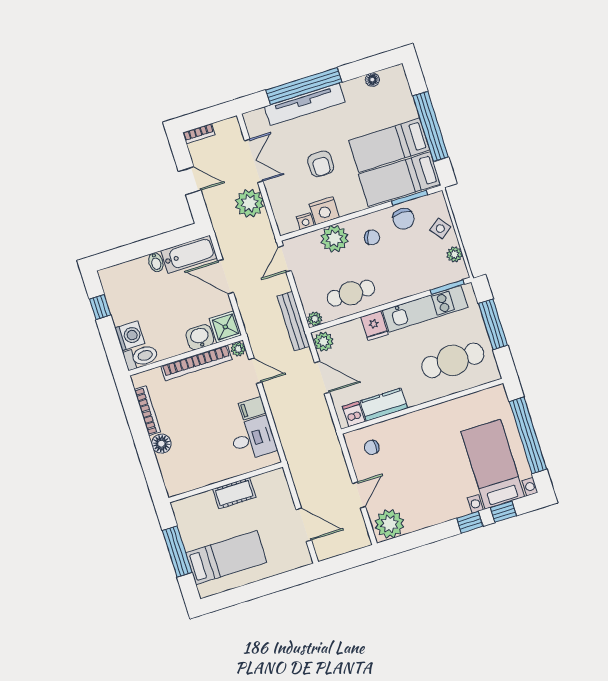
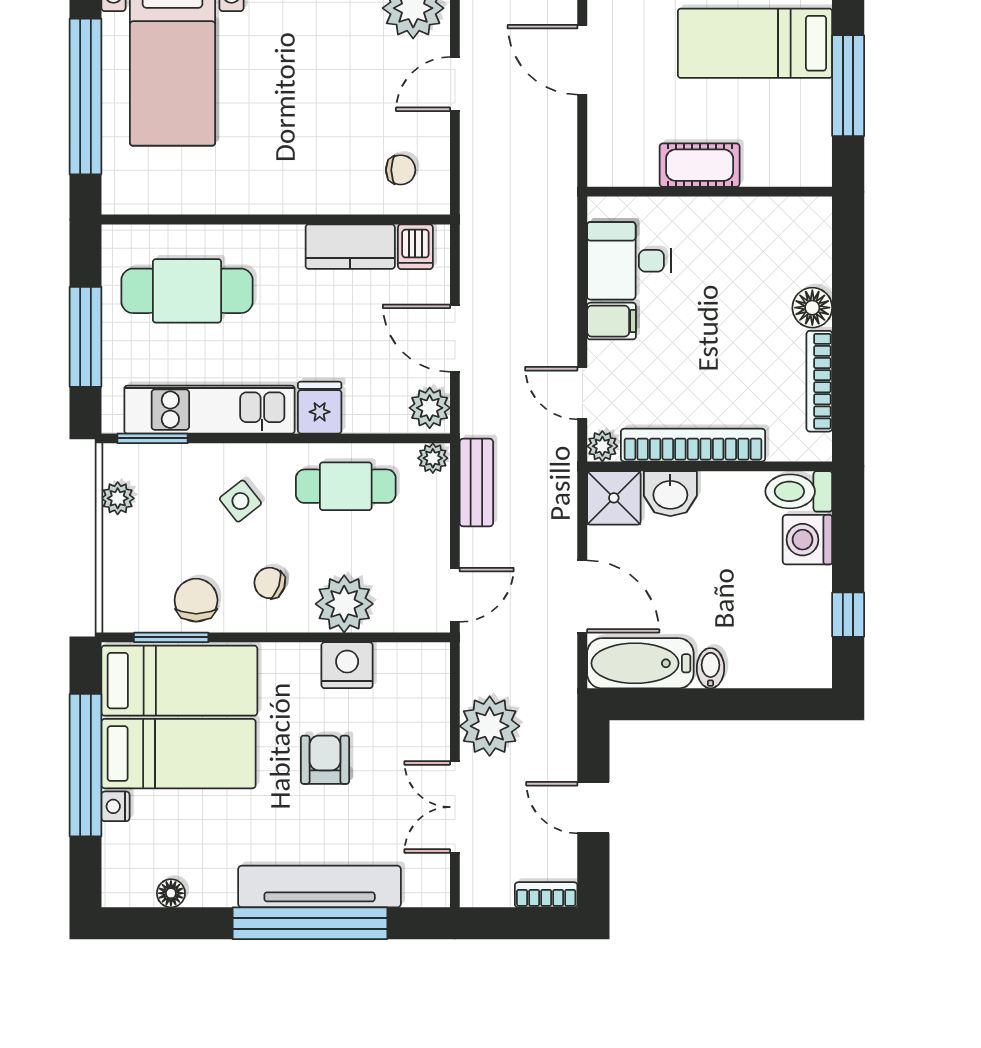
nightstand: (305, 221) -> (115, 806), moved, turned -90
side table: (440, 229) -> (240, 501), moved
bench: (293, 321) -> (476, 482), width x0.73

